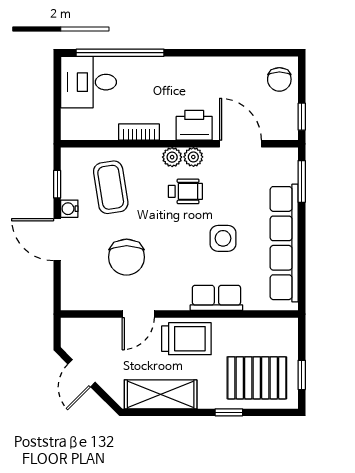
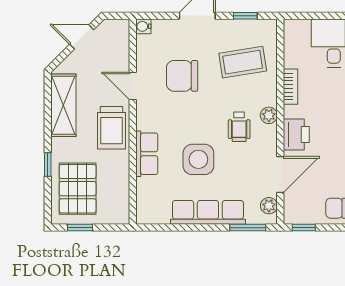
plant: (193, 157) -> (269, 206), moved
water cooler: (69, 209) -> (143, 26), moved, turned -90
side table: (223, 238) -> (198, 159), width x1.37, depth x1.37
row of seats: (284, 243) -> (208, 212), width x0.73

